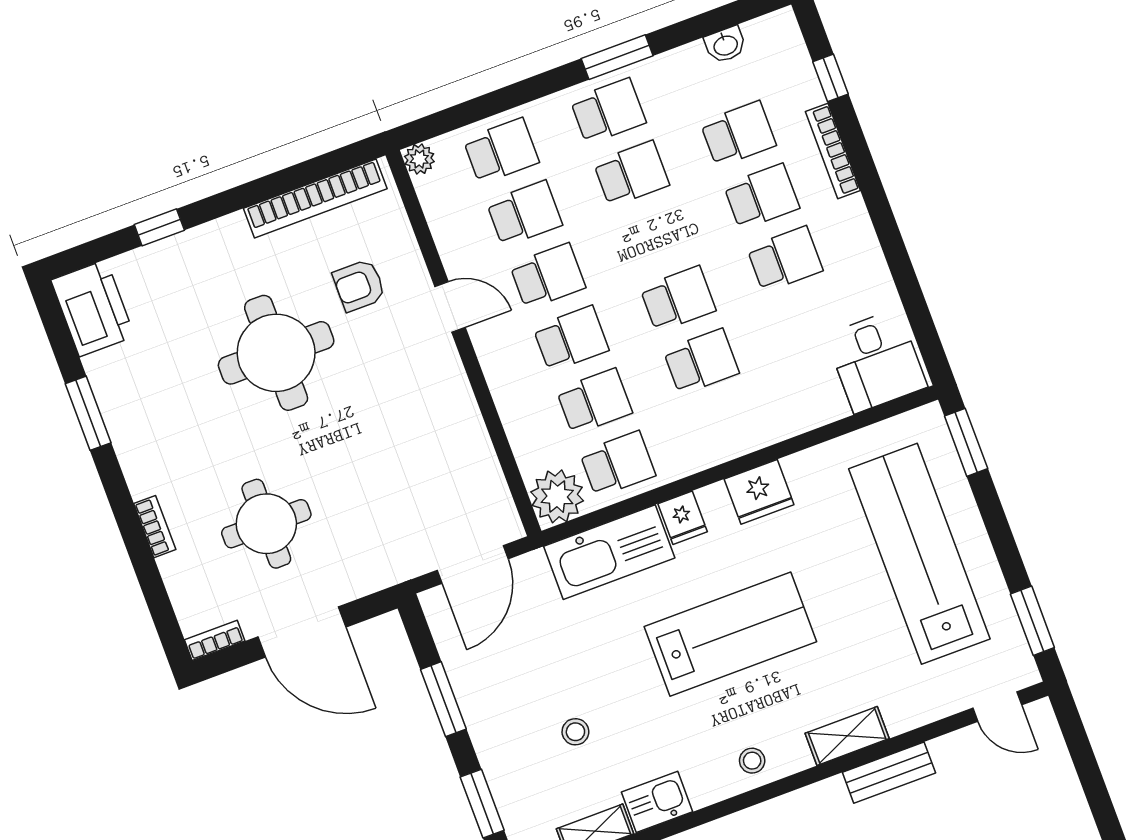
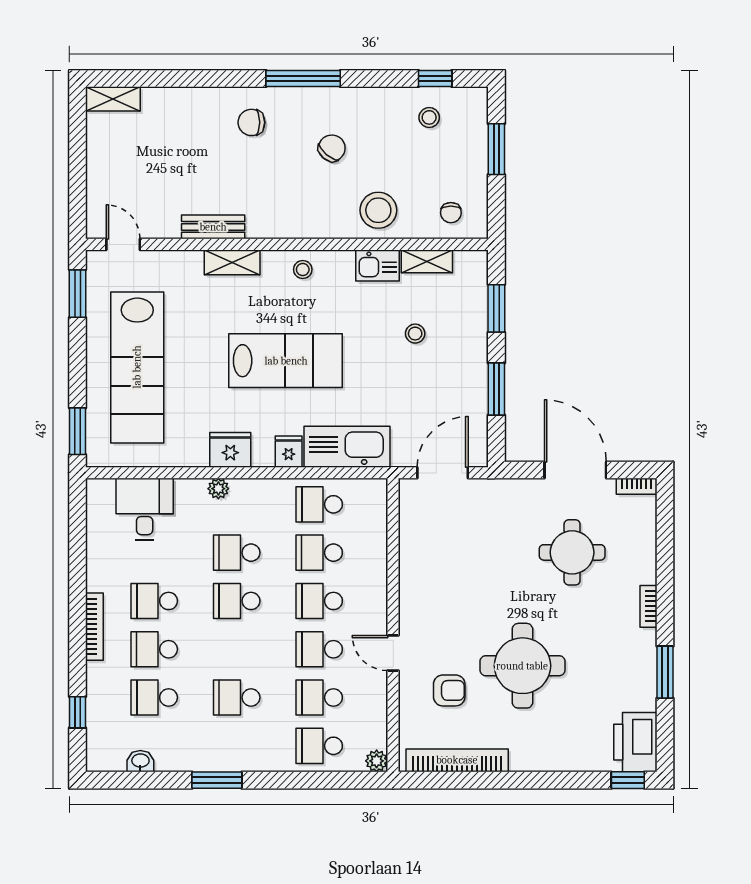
school desk: (608, 111) -> (237, 746), removed
bookcase: (833, 151) -> (94, 627), moved
window: (159, 227) -> (628, 780), moved
desk: (876, 361) -> (145, 509), moved
plant: (557, 496) -> (218, 489), moved, width x0.53, depth x0.53
bookcase: (155, 527) -> (648, 606), moved
lab bench: (730, 634) -> (286, 361), turned 180

